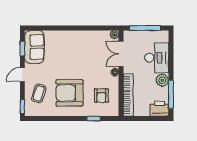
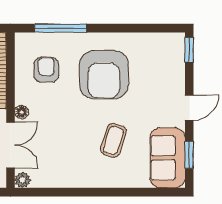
coffee table: (39, 93) -> (113, 140), moved
armchair: (69, 93) -> (104, 75), turned 90
window: (93, 119) -> (61, 28), width x2.17

